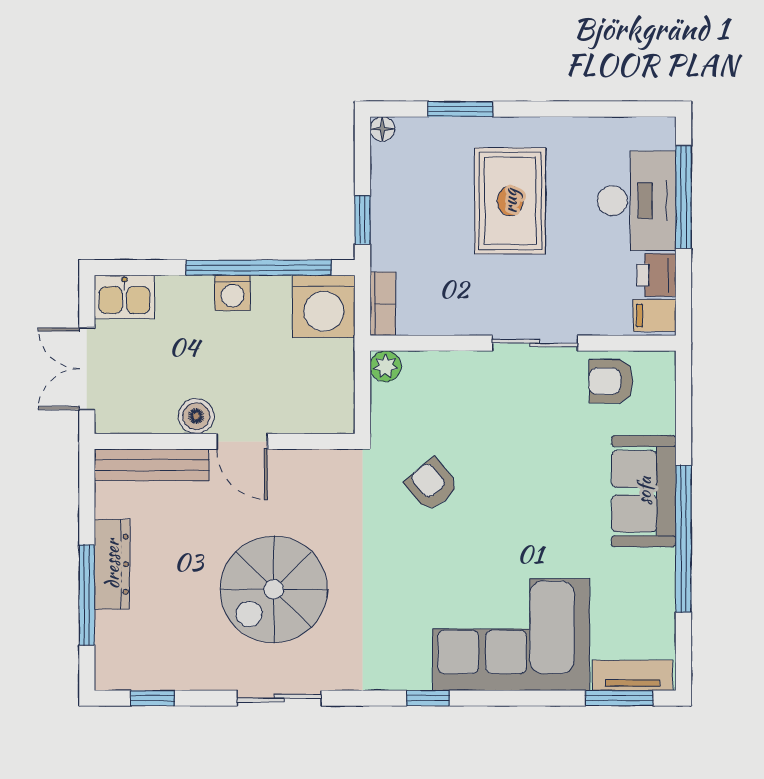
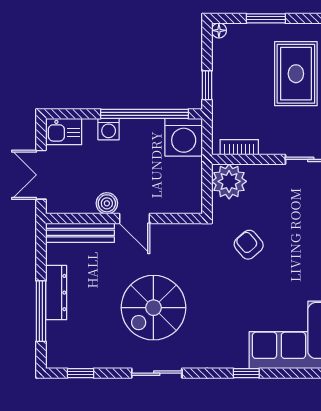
washing machine: (233, 293) -> (109, 129), moved
bookcase: (383, 304) -> (239, 147), moved, turned -90
plant: (386, 366) -> (229, 181), width x1.88, depth x1.88

